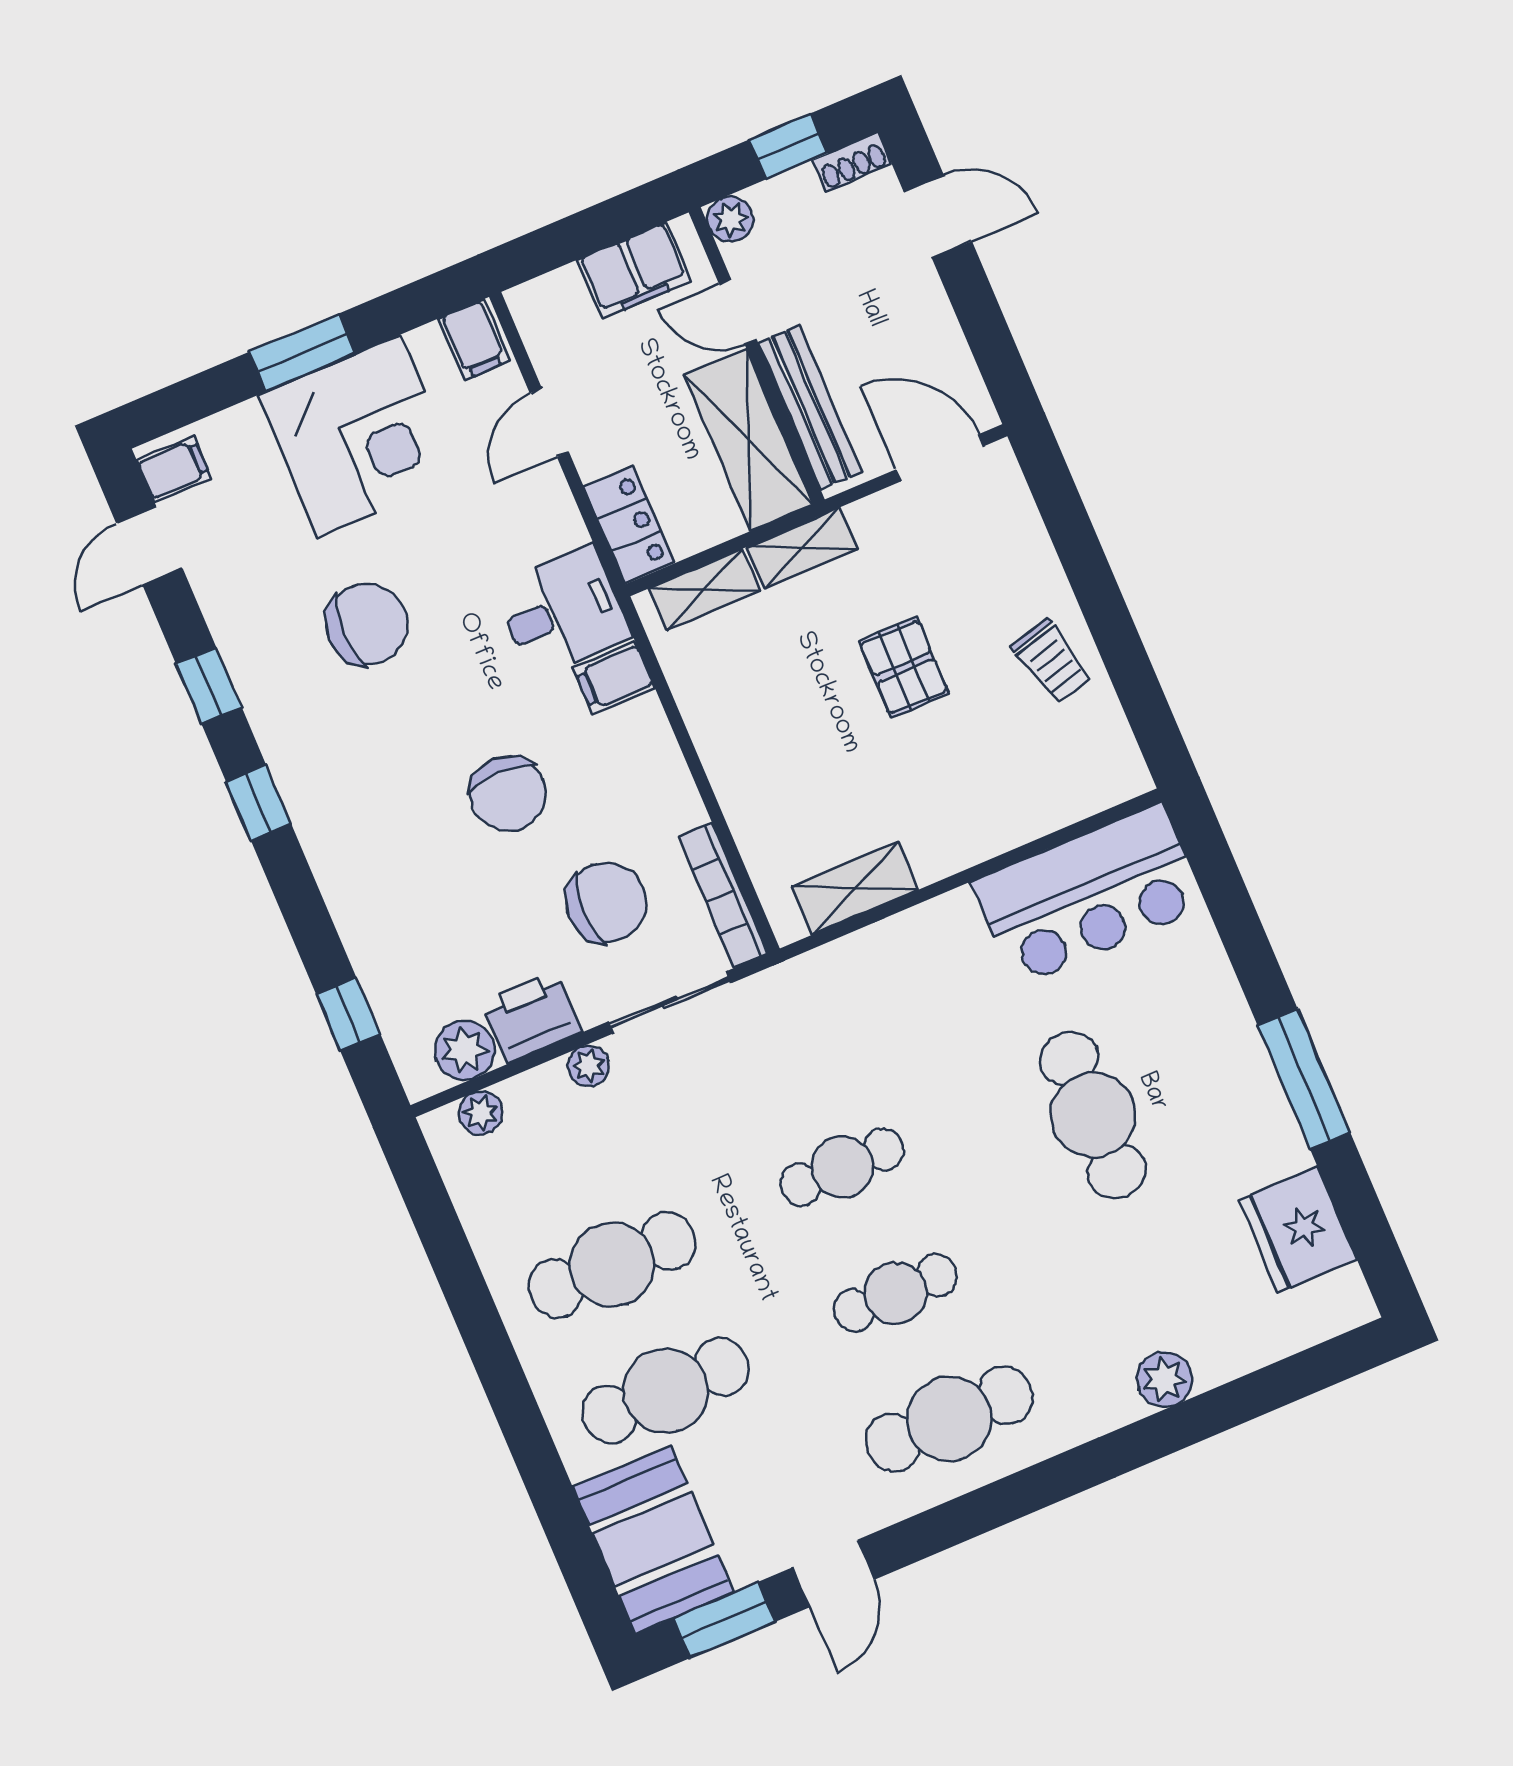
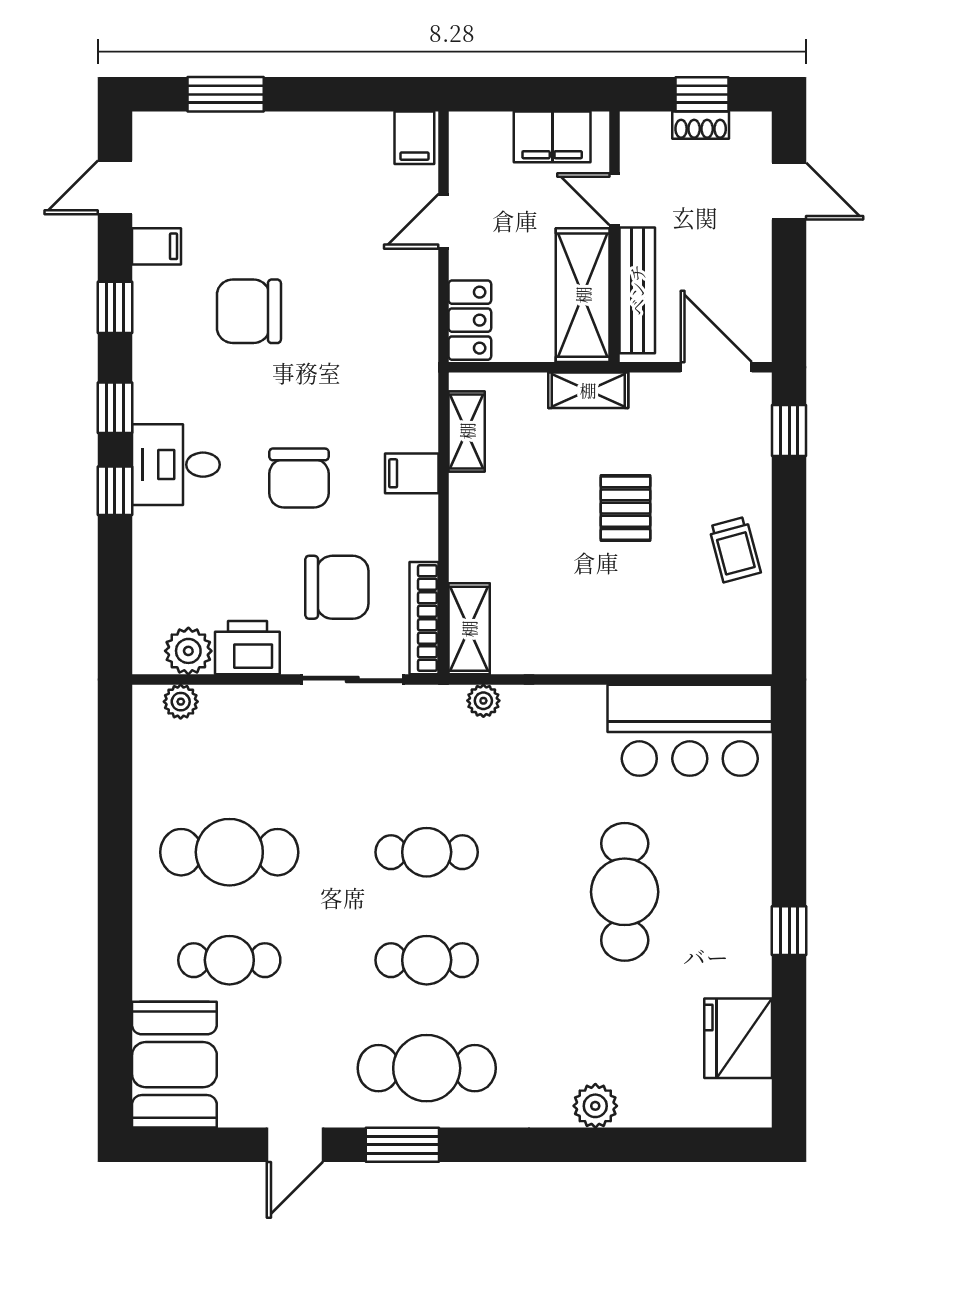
shoe rack: (852, 162) -> (701, 125), moved
plant: (730, 219) -> (638, 129), removed
window: (303, 353) -> (226, 94), moved
corner desk: (359, 436) -> (301, 172), removed
filing cabinet: (174, 469) -> (156, 246), moved
window: (1056, 496) -> (789, 431), added
shelving: (705, 589) -> (467, 431), moved, turned 90
desk: (562, 612) -> (176, 465), moved, turned 180
chair: (367, 624) -> (249, 311), turned 180
filing cabinet: (614, 678) -> (412, 473), moved
shelving: (855, 888) -> (469, 629), moved, turned 90
window: (348, 1014) -> (115, 491), moved
plant: (589, 1066) -> (483, 701), moved
window: (1304, 1079) -> (789, 931), width x0.46
cafe table: (665, 1391) -> (229, 960), width x0.73, depth x0.74
window: (724, 1620) -> (402, 1145), moved

